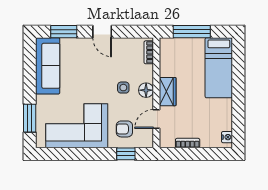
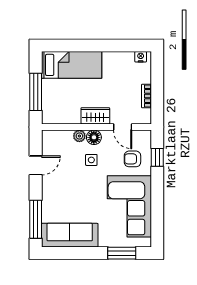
window: (64, 32) -> (36, 219), width x1.44
door: (102, 32) -> (36, 165), moved
bookcase: (149, 52) -> (56, 135), removed
plant: (147, 76) -> (79, 136), added
armchair: (124, 129) -> (132, 159), turned 90

